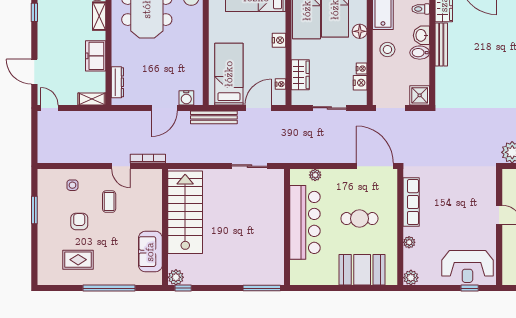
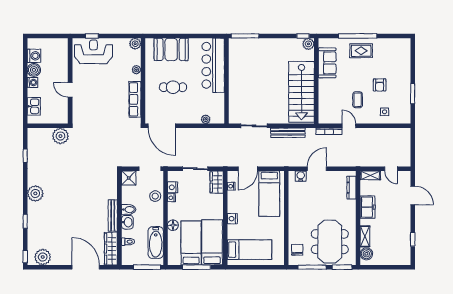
stool: (387, 50) -> (155, 196), moved
wardrobe: (300, 75) -> (217, 182), moved
door: (49, 108) -> (391, 169), moved
bench: (214, 117) -> (288, 133), moved
bar counter: (305, 222) -> (213, 65), moved
rug: (78, 260) -> (361, 51), moved

